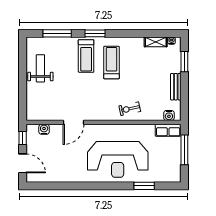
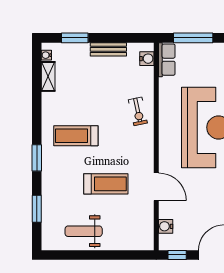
window: (57, 33) -> (37, 209), width x0.69
treadmill: (86, 56) -> (106, 184), moved

